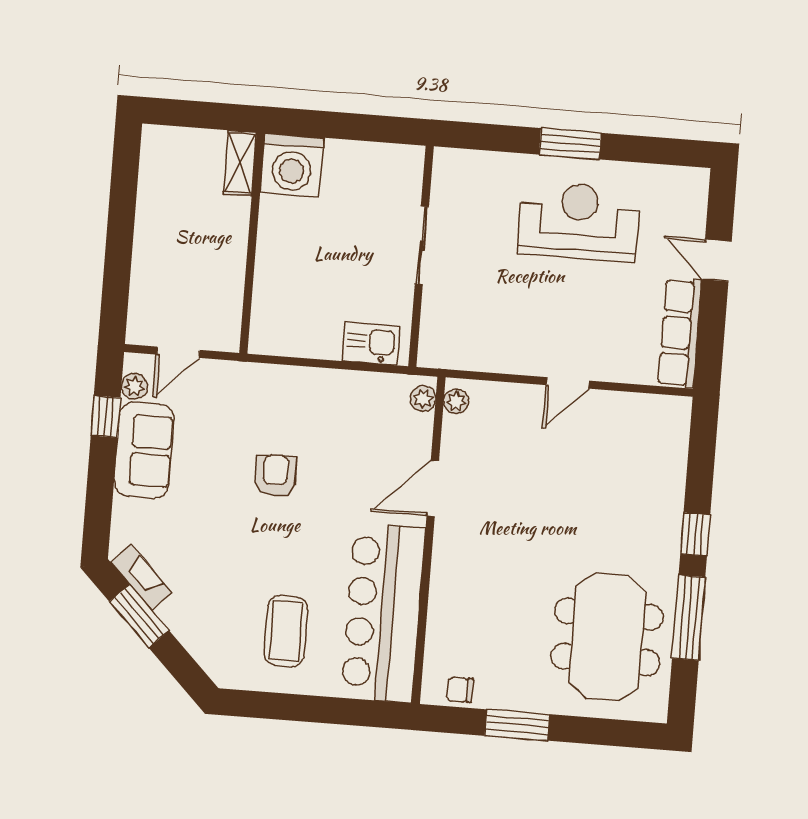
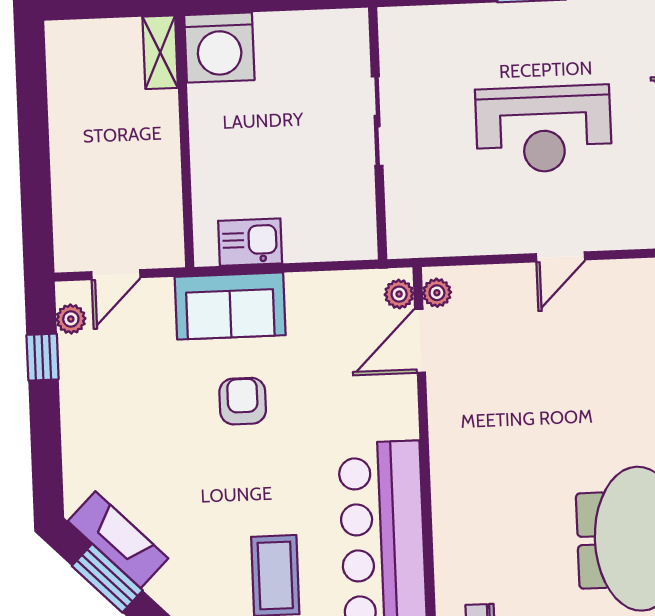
reception desk: (579, 221) -> (544, 129), moved, turned 180
kitchen sink: (371, 344) -> (250, 242), moved
sofa: (144, 450) -> (230, 306), moved, turned 90
door: (433, 488) -> (420, 341), moved
fireplace: (142, 577) -> (118, 540), width x1.37, depth x1.32

